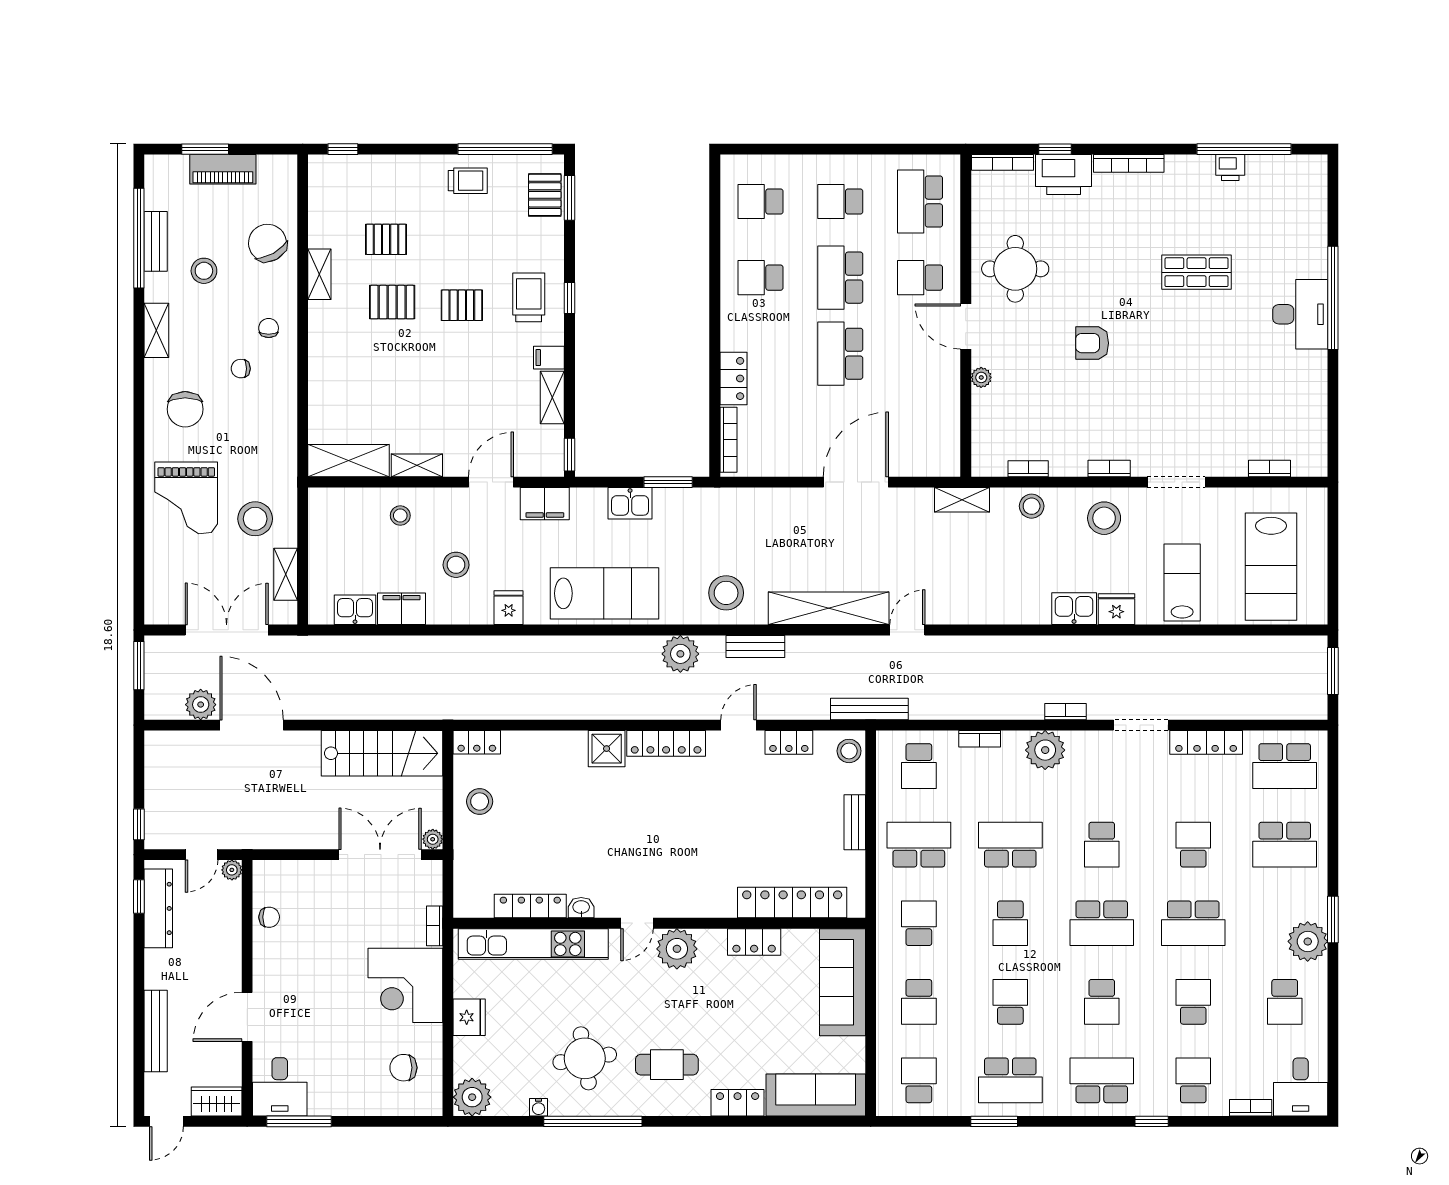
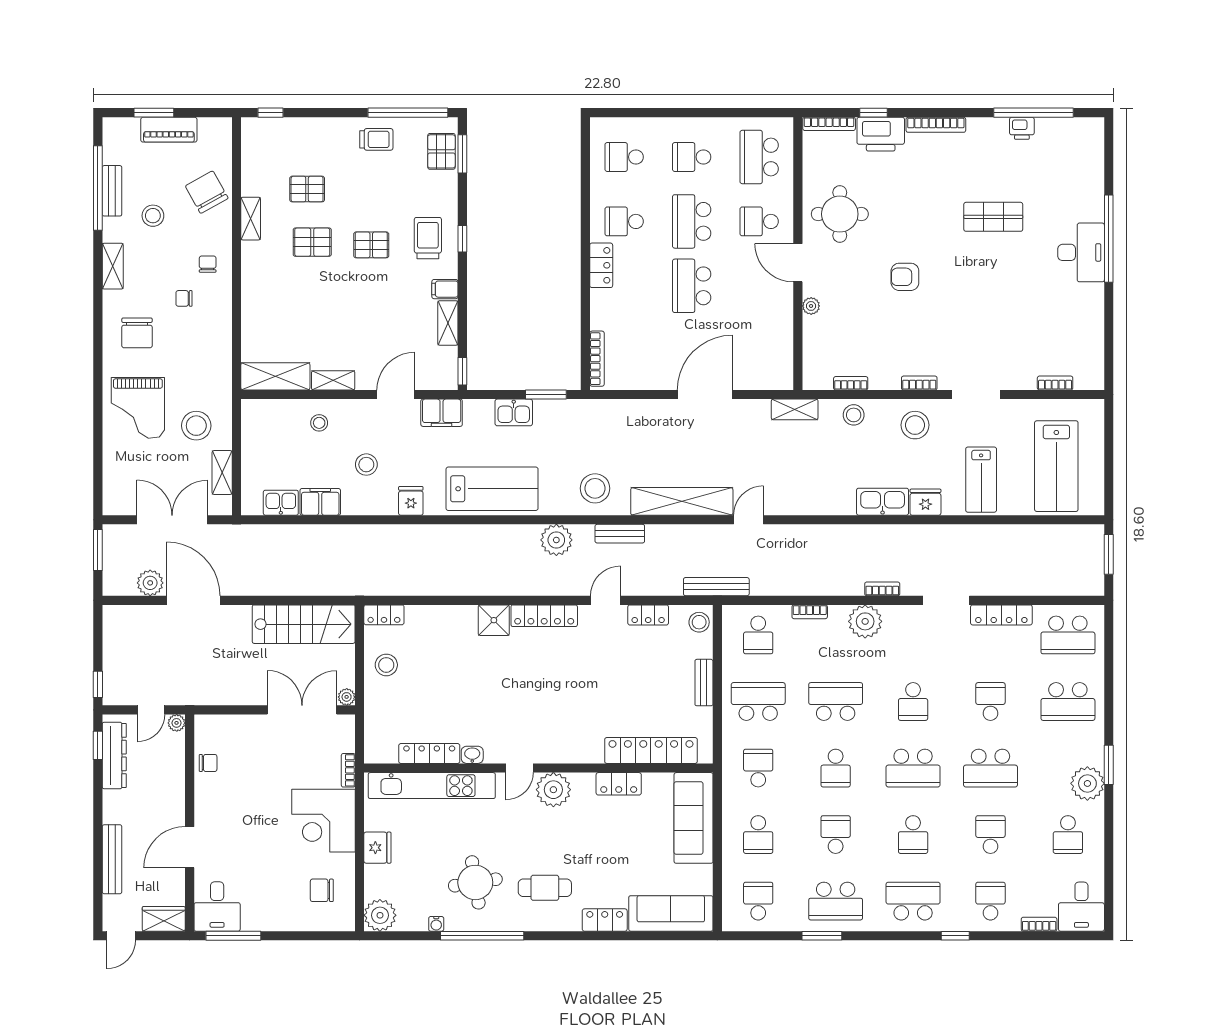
locker: (733, 378) -> (601, 265), moved
lab bench: (1182, 583) -> (981, 480), turned 180
kitchen sink: (1074, 609) -> (883, 502), width x1.38

